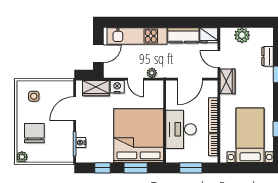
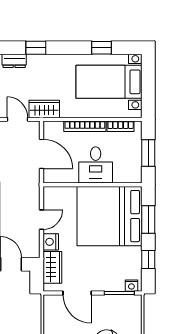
door: (219, 59) -> (18, 119), swing flipped
plant: (152, 73) -> (34, 200), removed
desk: (181, 129) -> (96, 165), width x0.73
nightstand: (81, 143) -> (131, 286), moved

